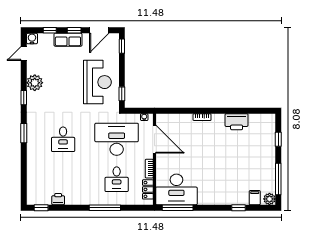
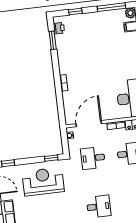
window: (250, 111) -> (53, 40), added
printer: (237, 122) -> (59, 28), moved, width x0.53, depth x0.68
desk: (117, 139) -> (93, 158), width x0.53, depth x0.77

